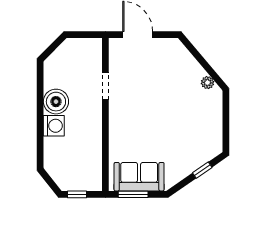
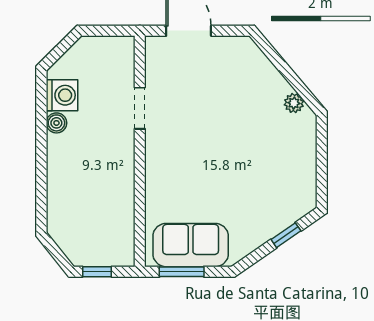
boiler: (56, 102) -> (56, 123), width x0.54, depth x0.54
washing machine: (54, 126) -> (62, 95), moved

